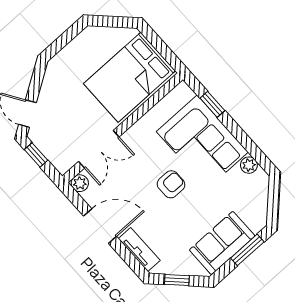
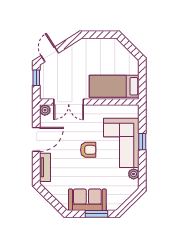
bed: (129, 77) -> (114, 86), width x0.67
window: (212, 104) -> (142, 142), moved
door: (100, 226) -> (36, 139), hinge flipped
window: (177, 280) -> (50, 198), removed

